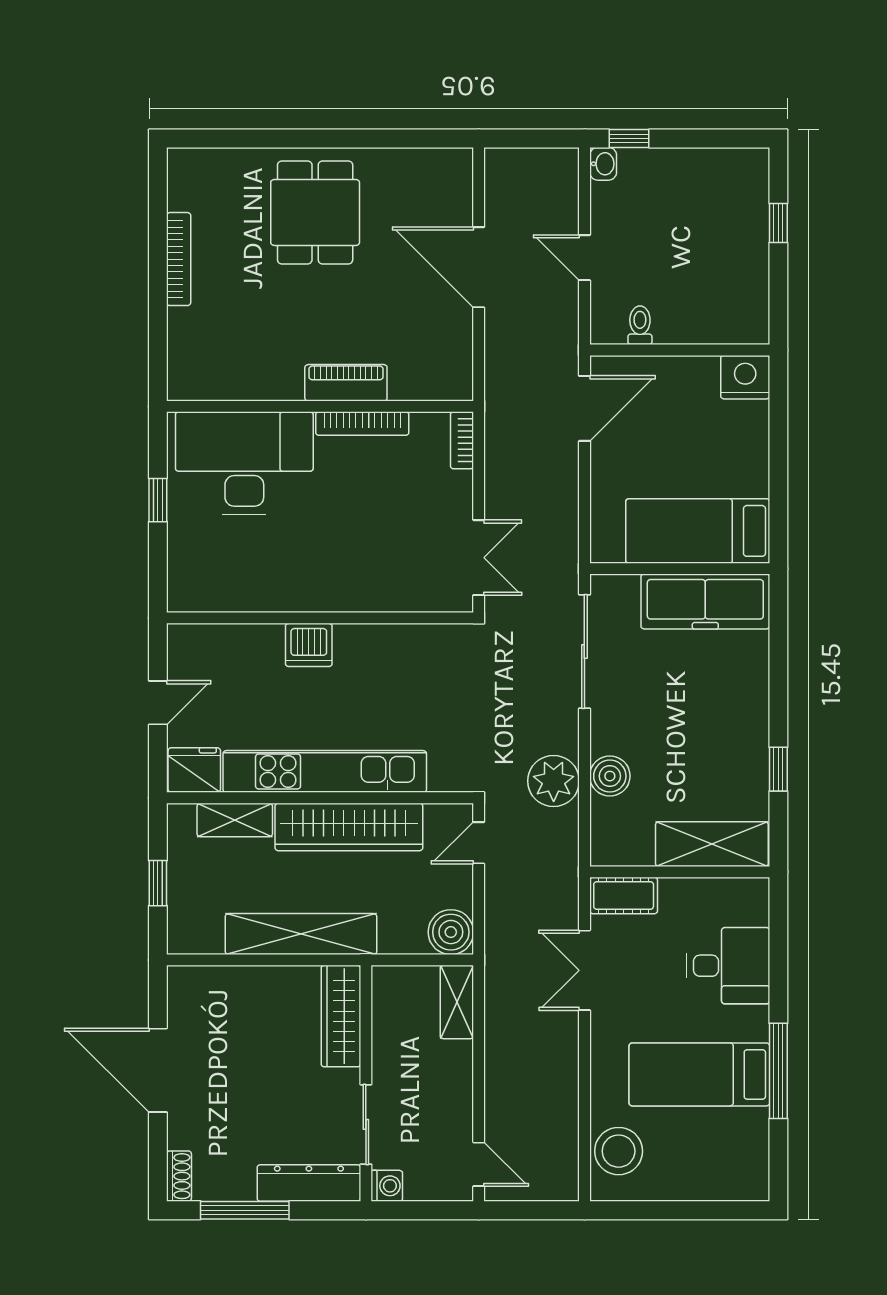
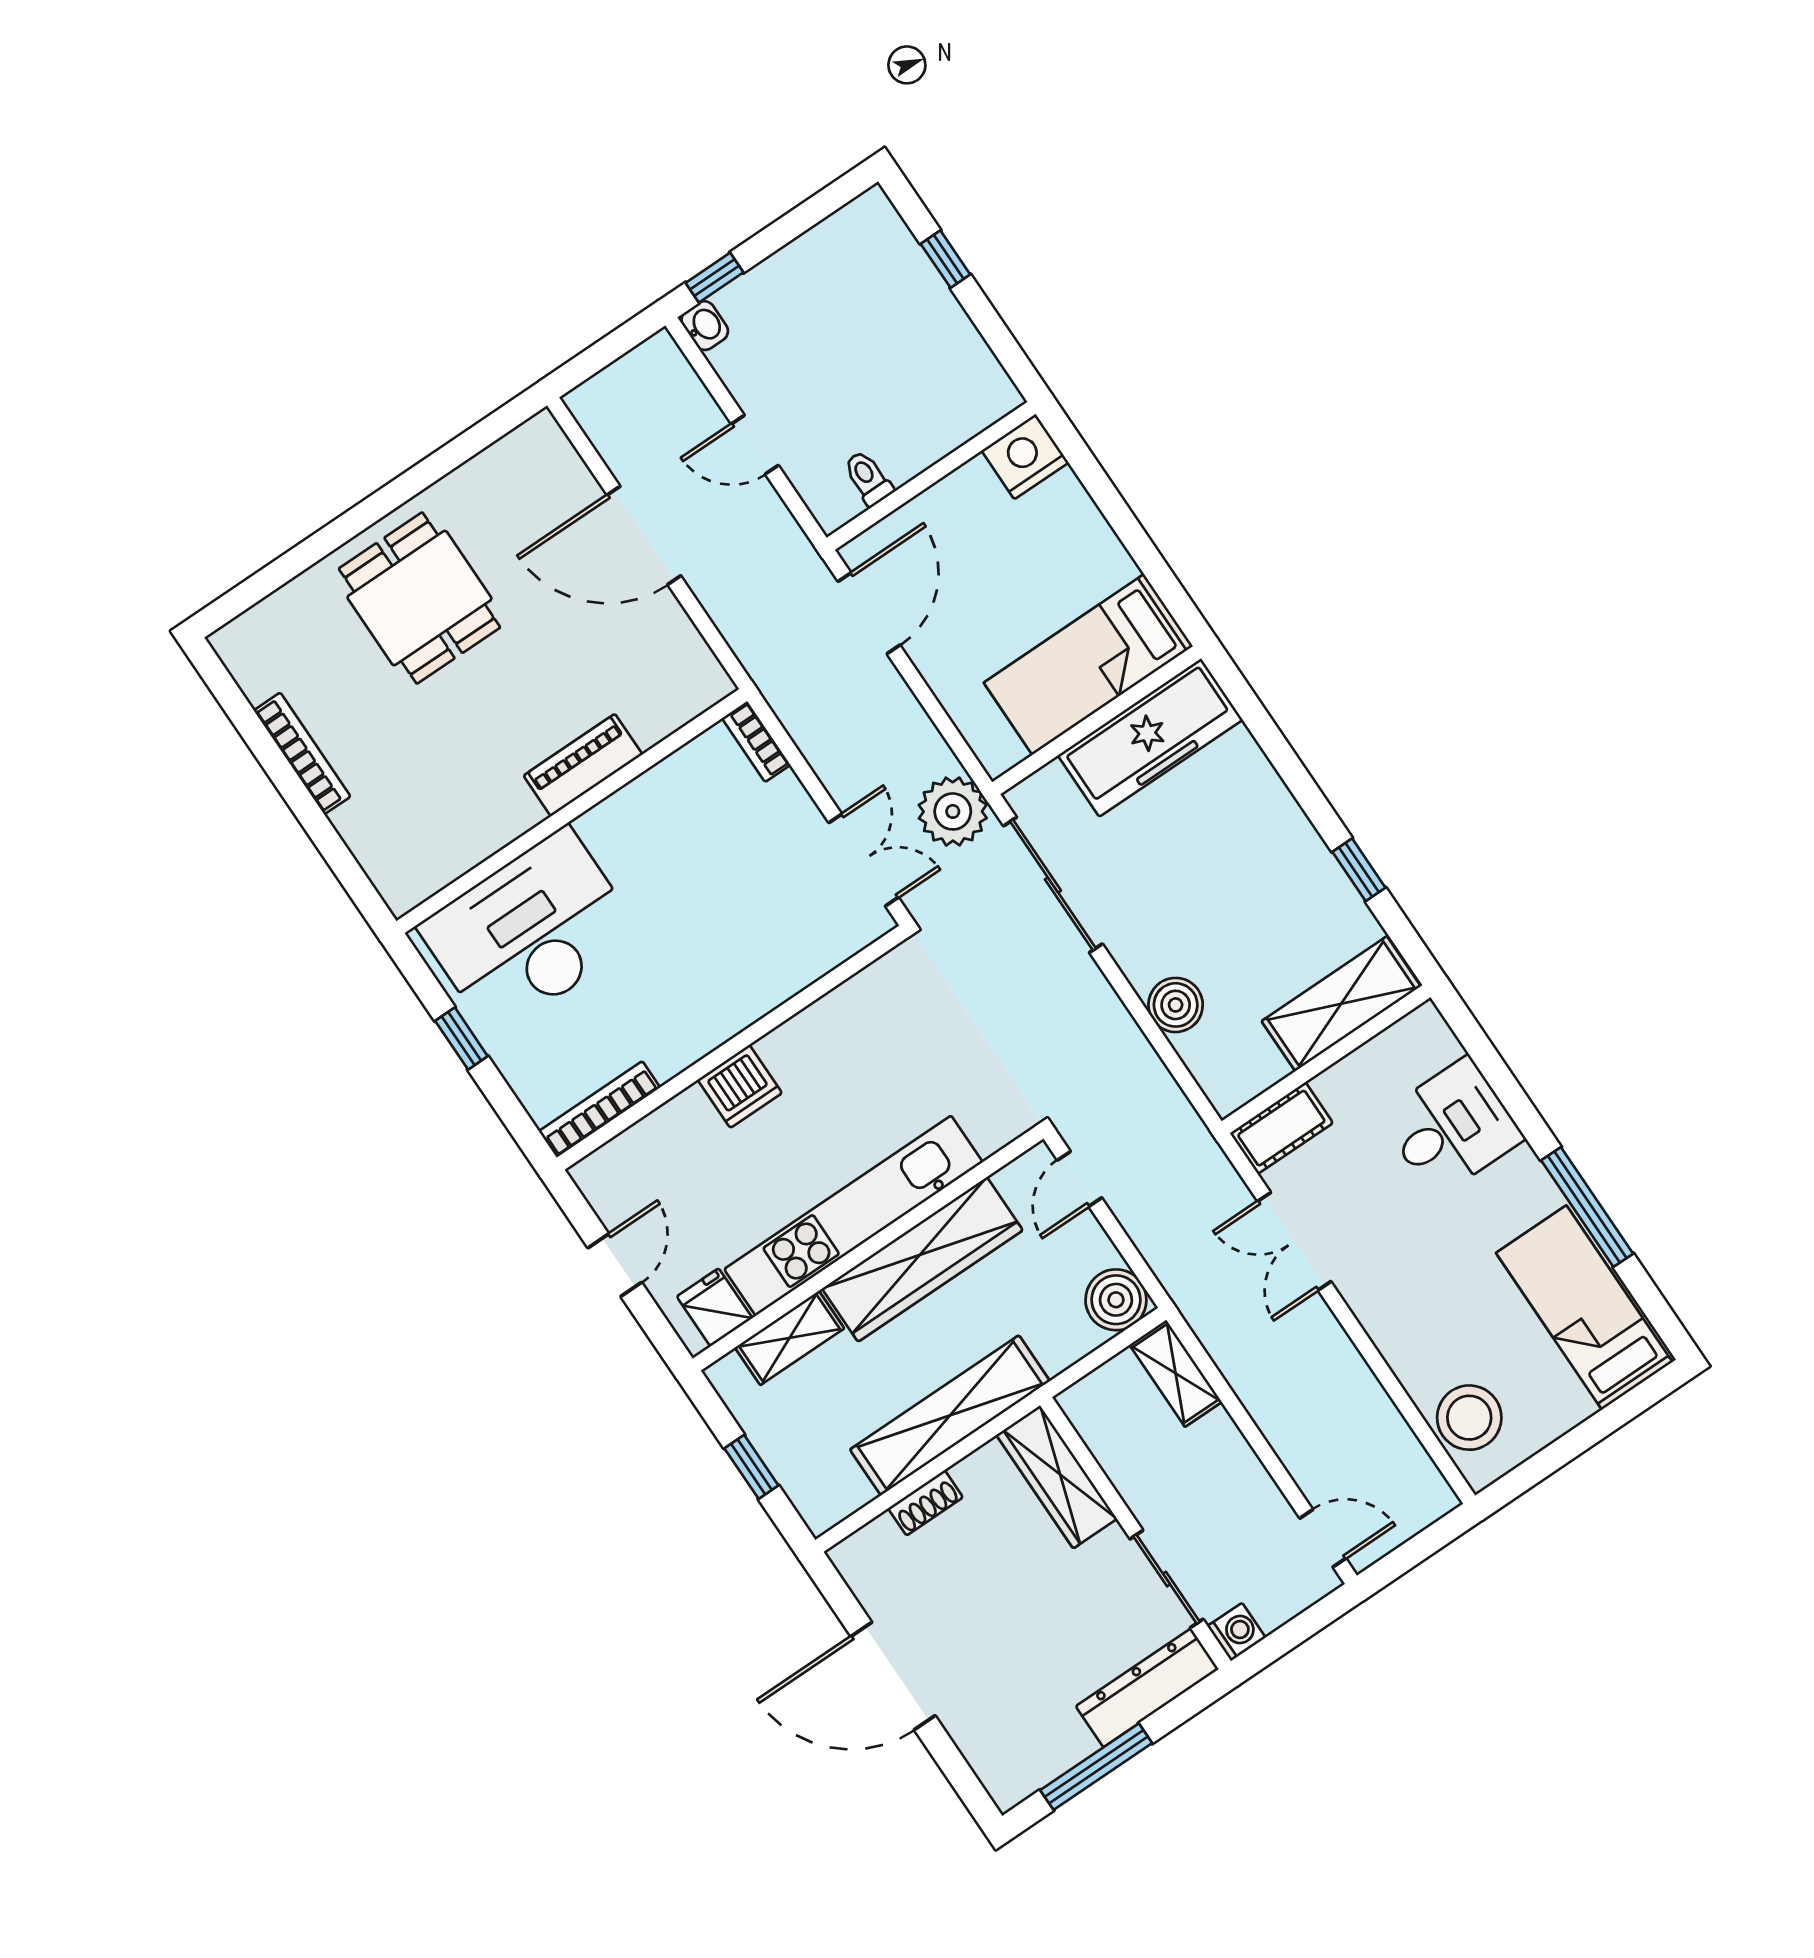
bookcase: (362, 424) -> (599, 1109), moved, turned 180
fridge: (194, 770) -> (715, 1307), width x0.72
plant: (554, 781) -> (953, 811), moved
bed: (699, 1074) -> (1584, 1308), moved, turned 90
shoe rack: (179, 1176) -> (926, 1503), moved, turned 90

